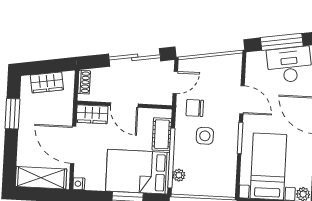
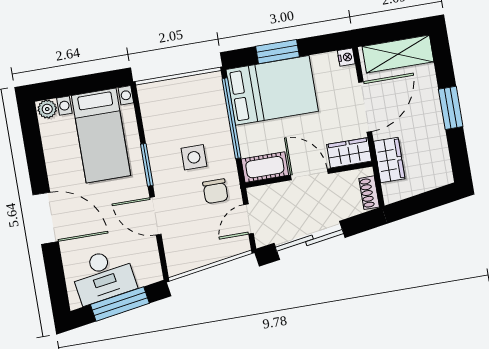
wardrobe: (47, 82) -> (389, 160), moved, turned 99
chair: (195, 108) -> (215, 191), turned 90
window: (12, 114) -> (451, 108), moved
cot: (162, 134) -> (265, 167), moved, turned 90
door: (73, 145) -> (365, 107), hinge flipped
plant: (179, 175) -> (217, 98), removed

